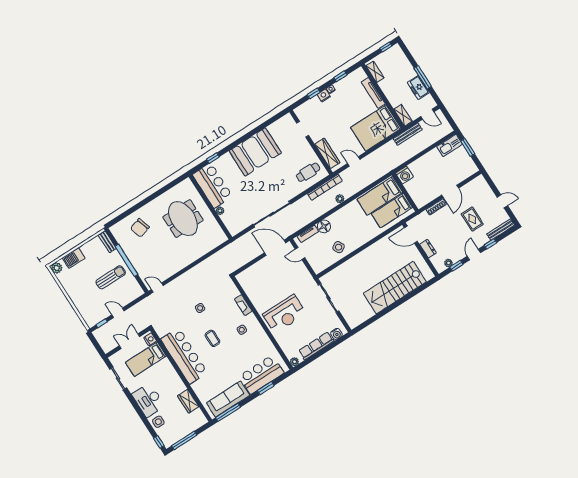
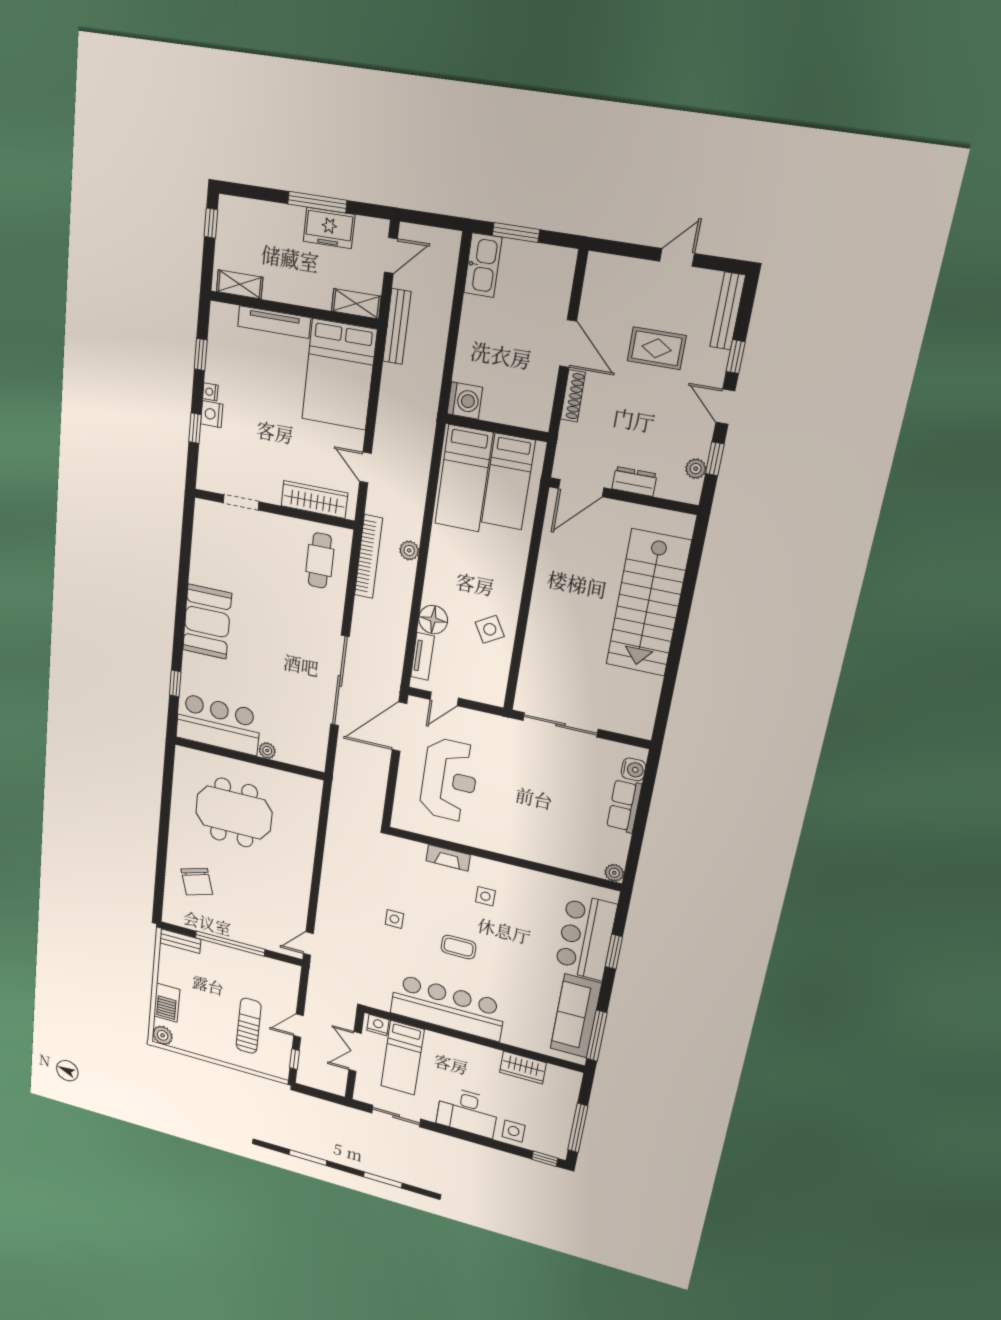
booth: (255, 152) -> (207, 622), width x0.73, depth x0.70
door: (354, 161) -> (365, 467), hinge flipped
sun lounger: (111, 277) -> (249, 1026), moved
reception desk: (284, 314) -> (449, 780), moved
row of seats: (316, 346) -> (624, 806), width x0.68

